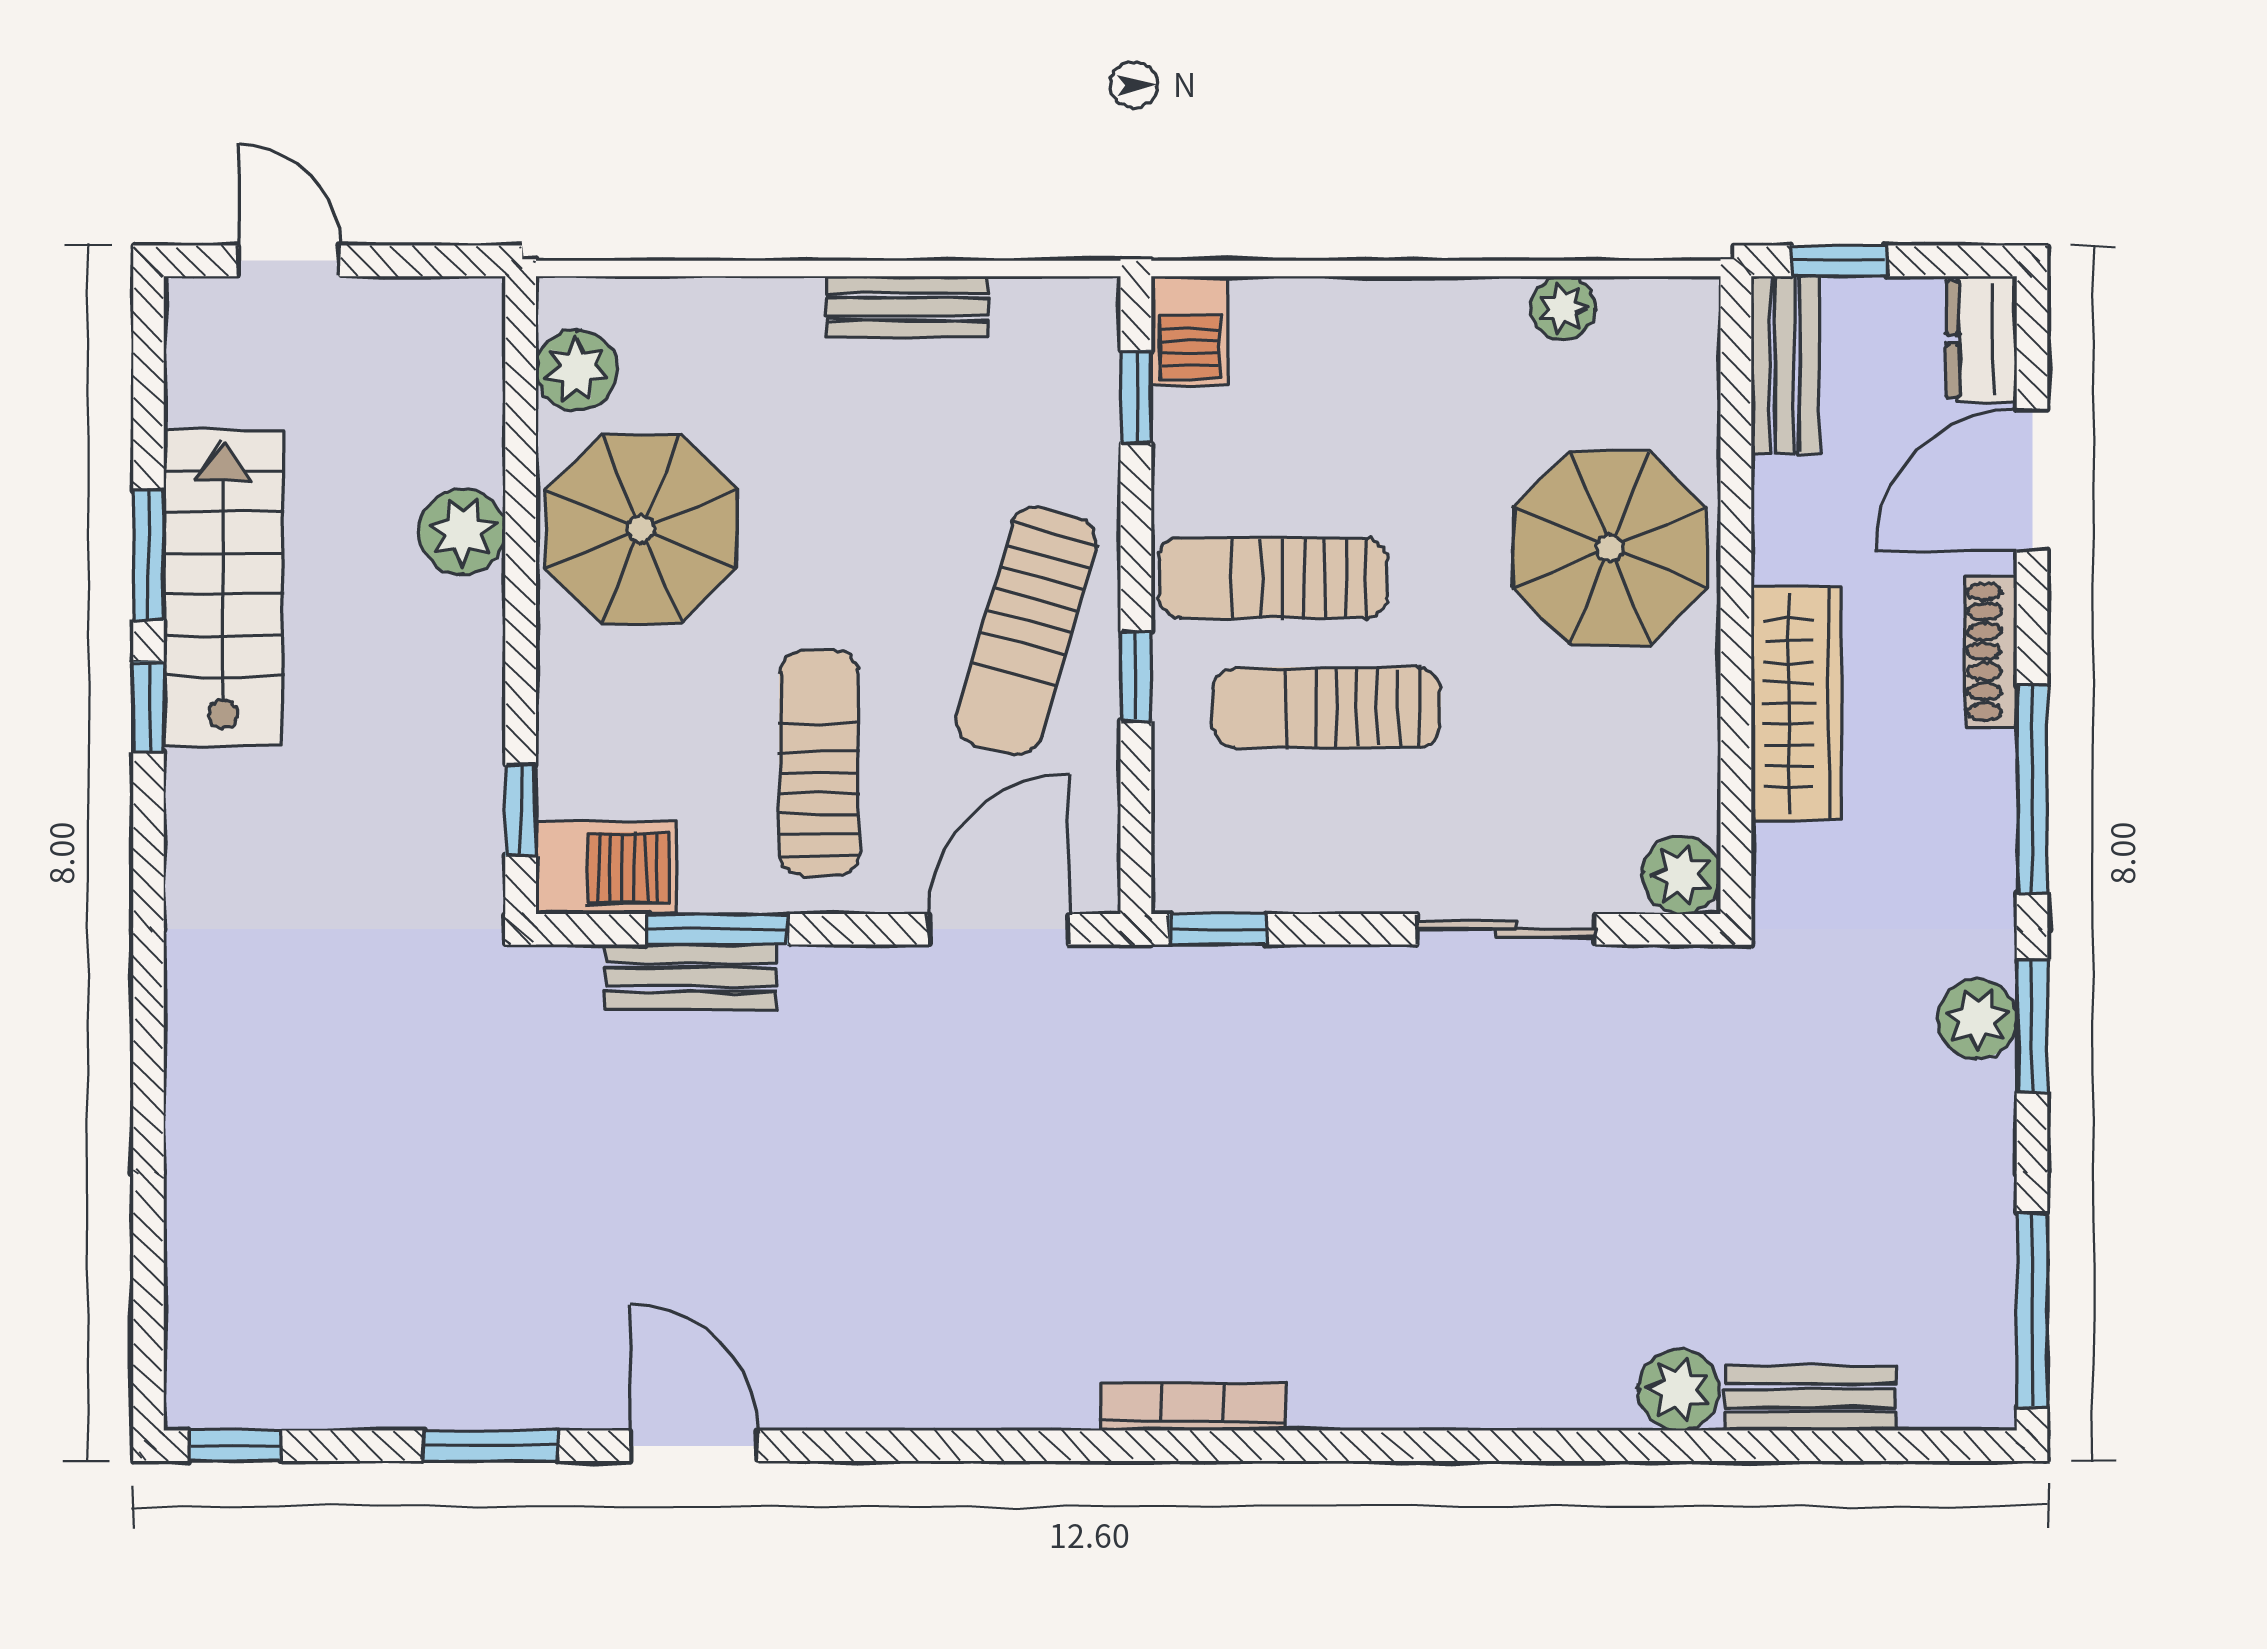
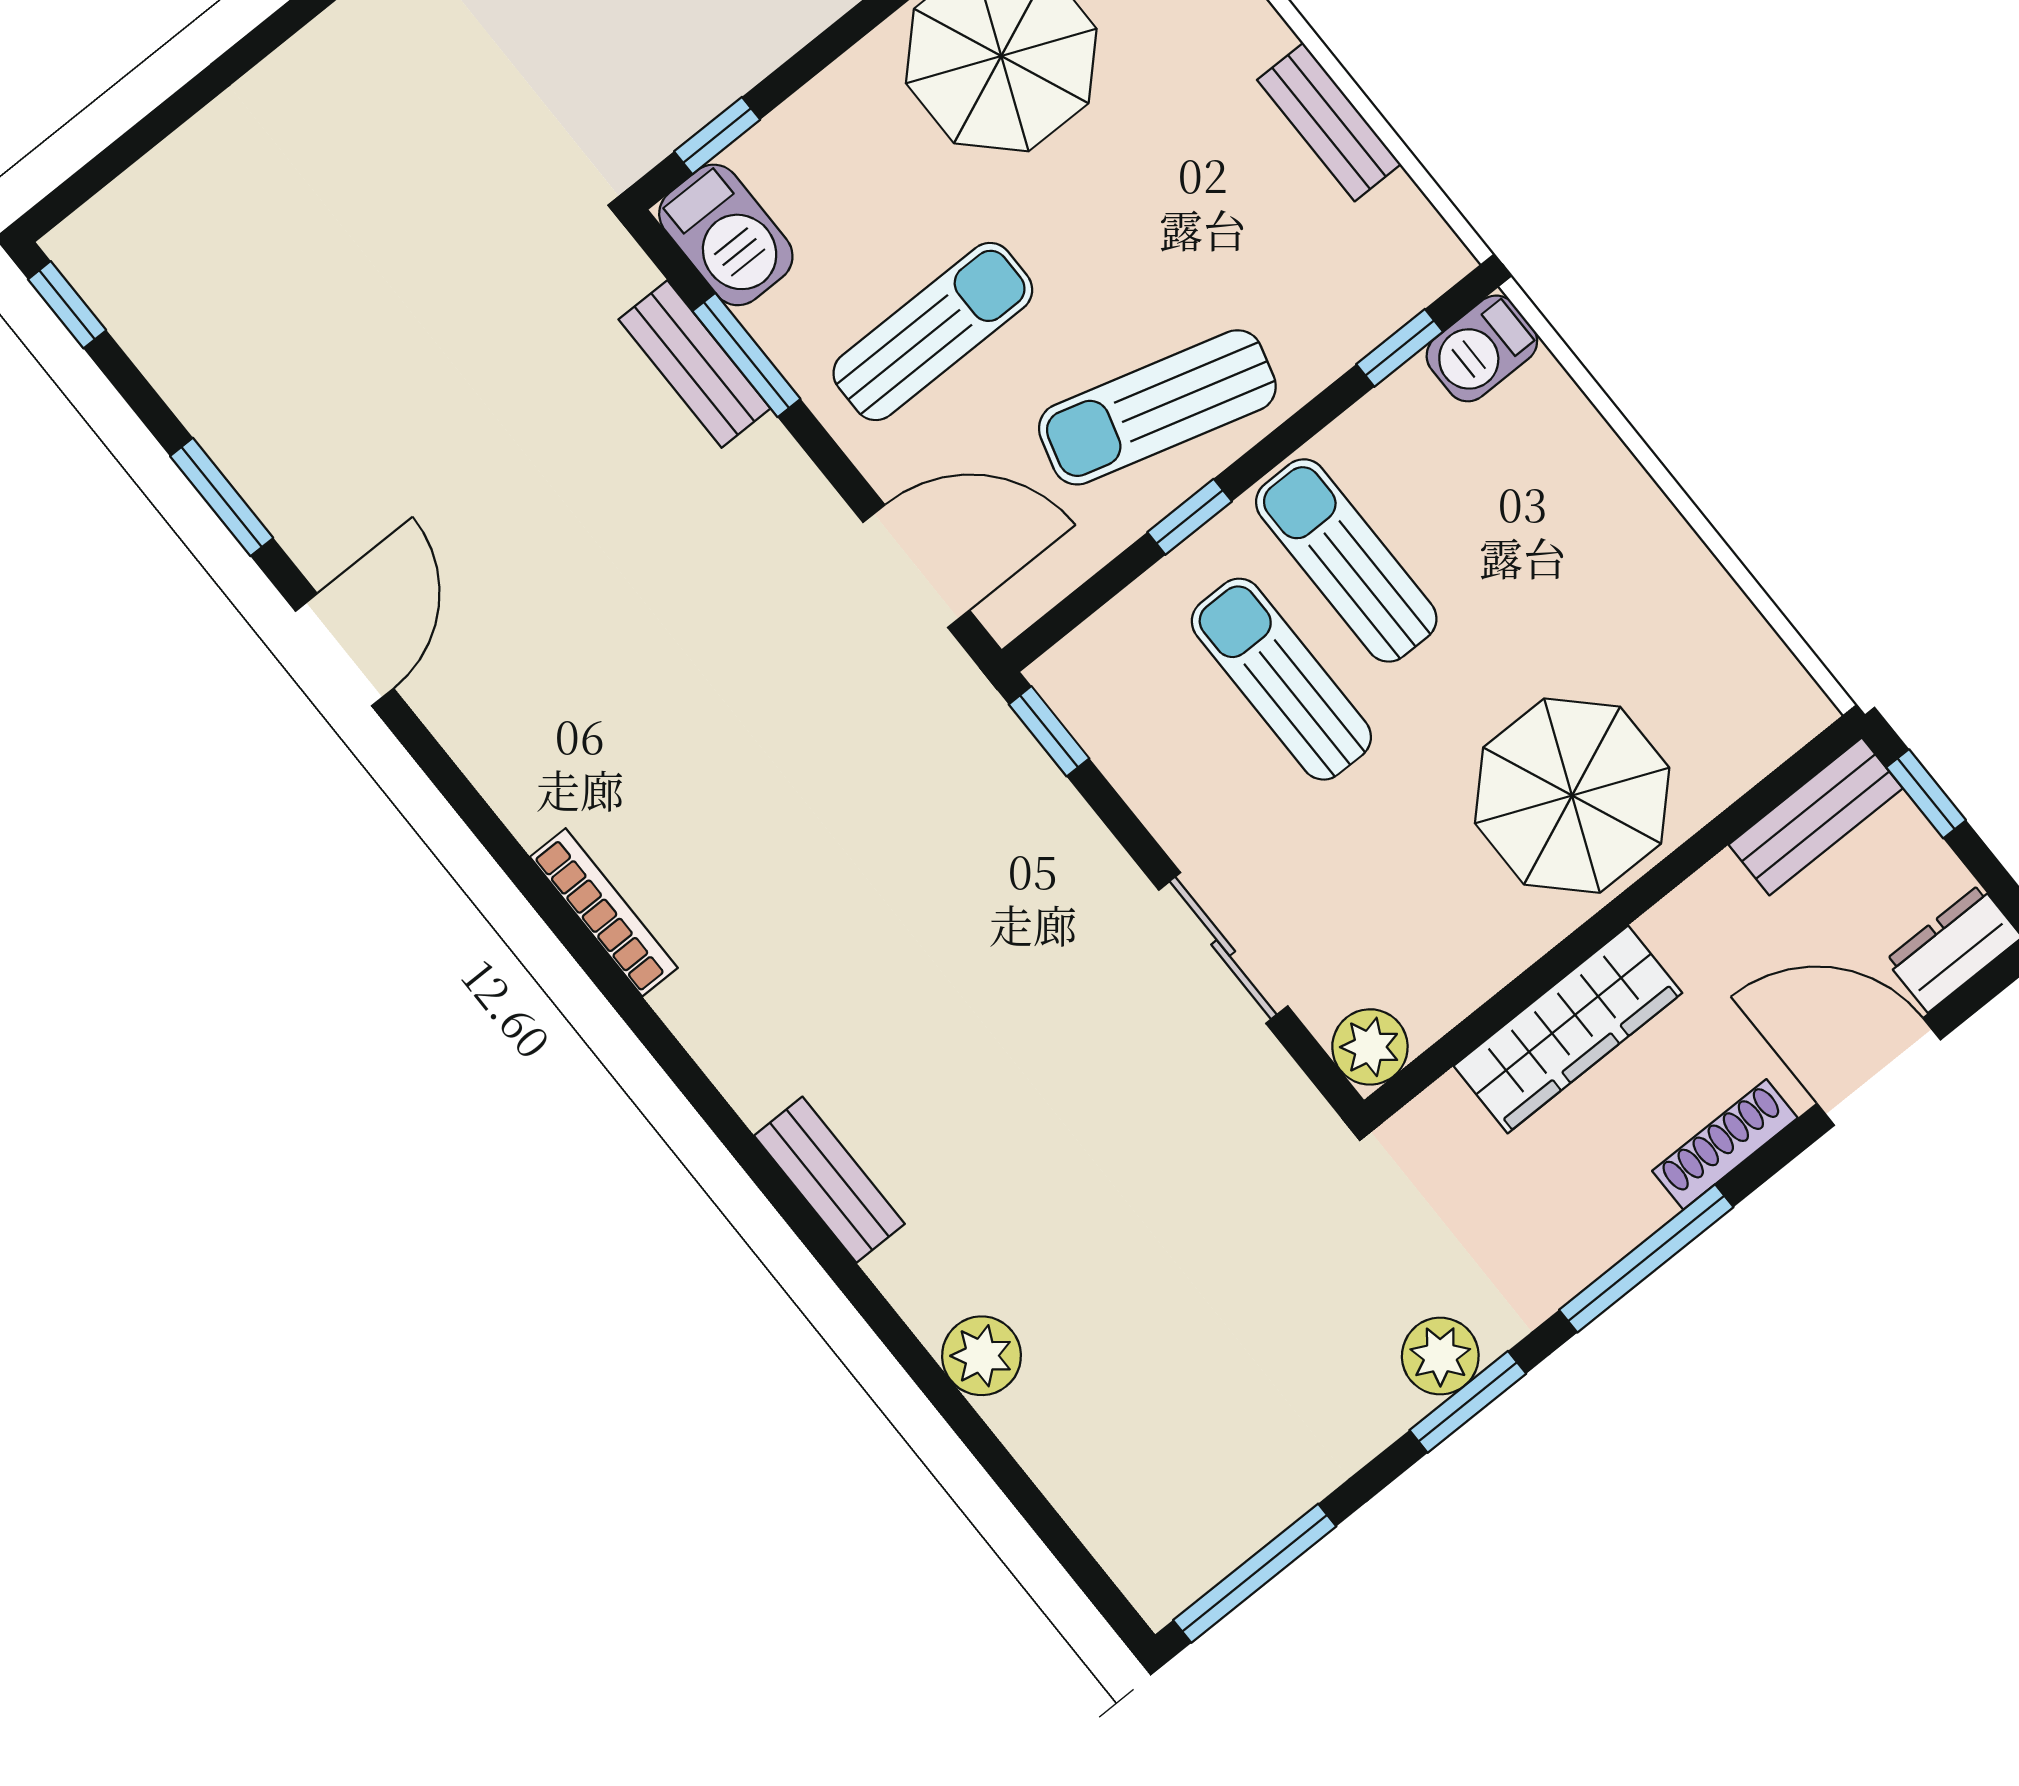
plant: (1563, 308) -> (1724, 615), removed
bench: (1810, 1398) -> (829, 1180), moved
bookcase: (1193, 1407) -> (604, 912), moved

